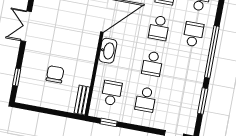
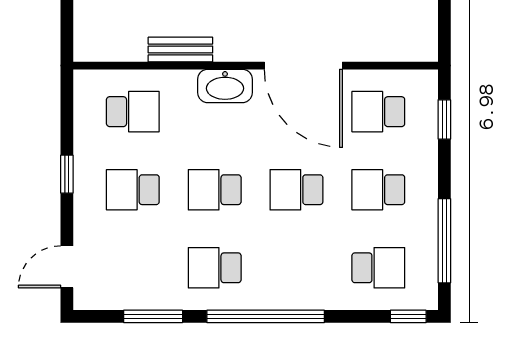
school desk: (193, 34) -> (215, 268), moved, turned 180
bench: (82, 100) -> (180, 50), moved
window: (109, 122) -> (67, 174), moved

